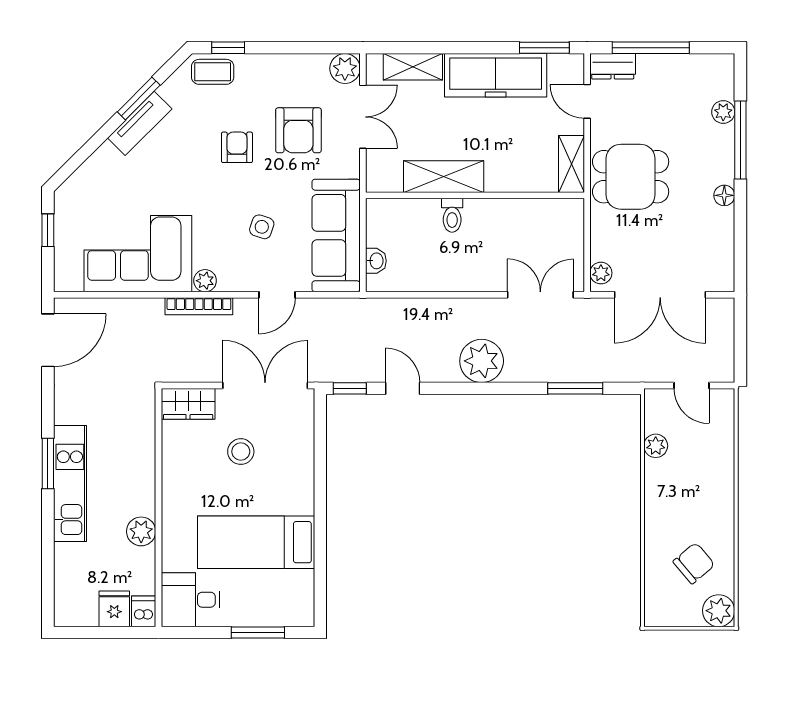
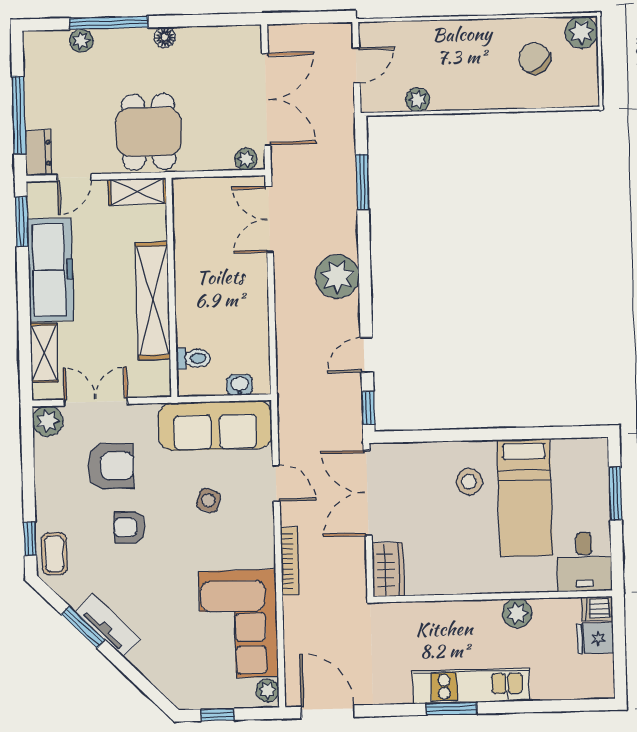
shelving: (444, 177) -> (153, 301), width x1.47
toilet: (452, 215) -> (193, 358), moved
plant: (205, 281) -> (268, 690), moved
stool: (241, 452) -> (469, 482), moved

